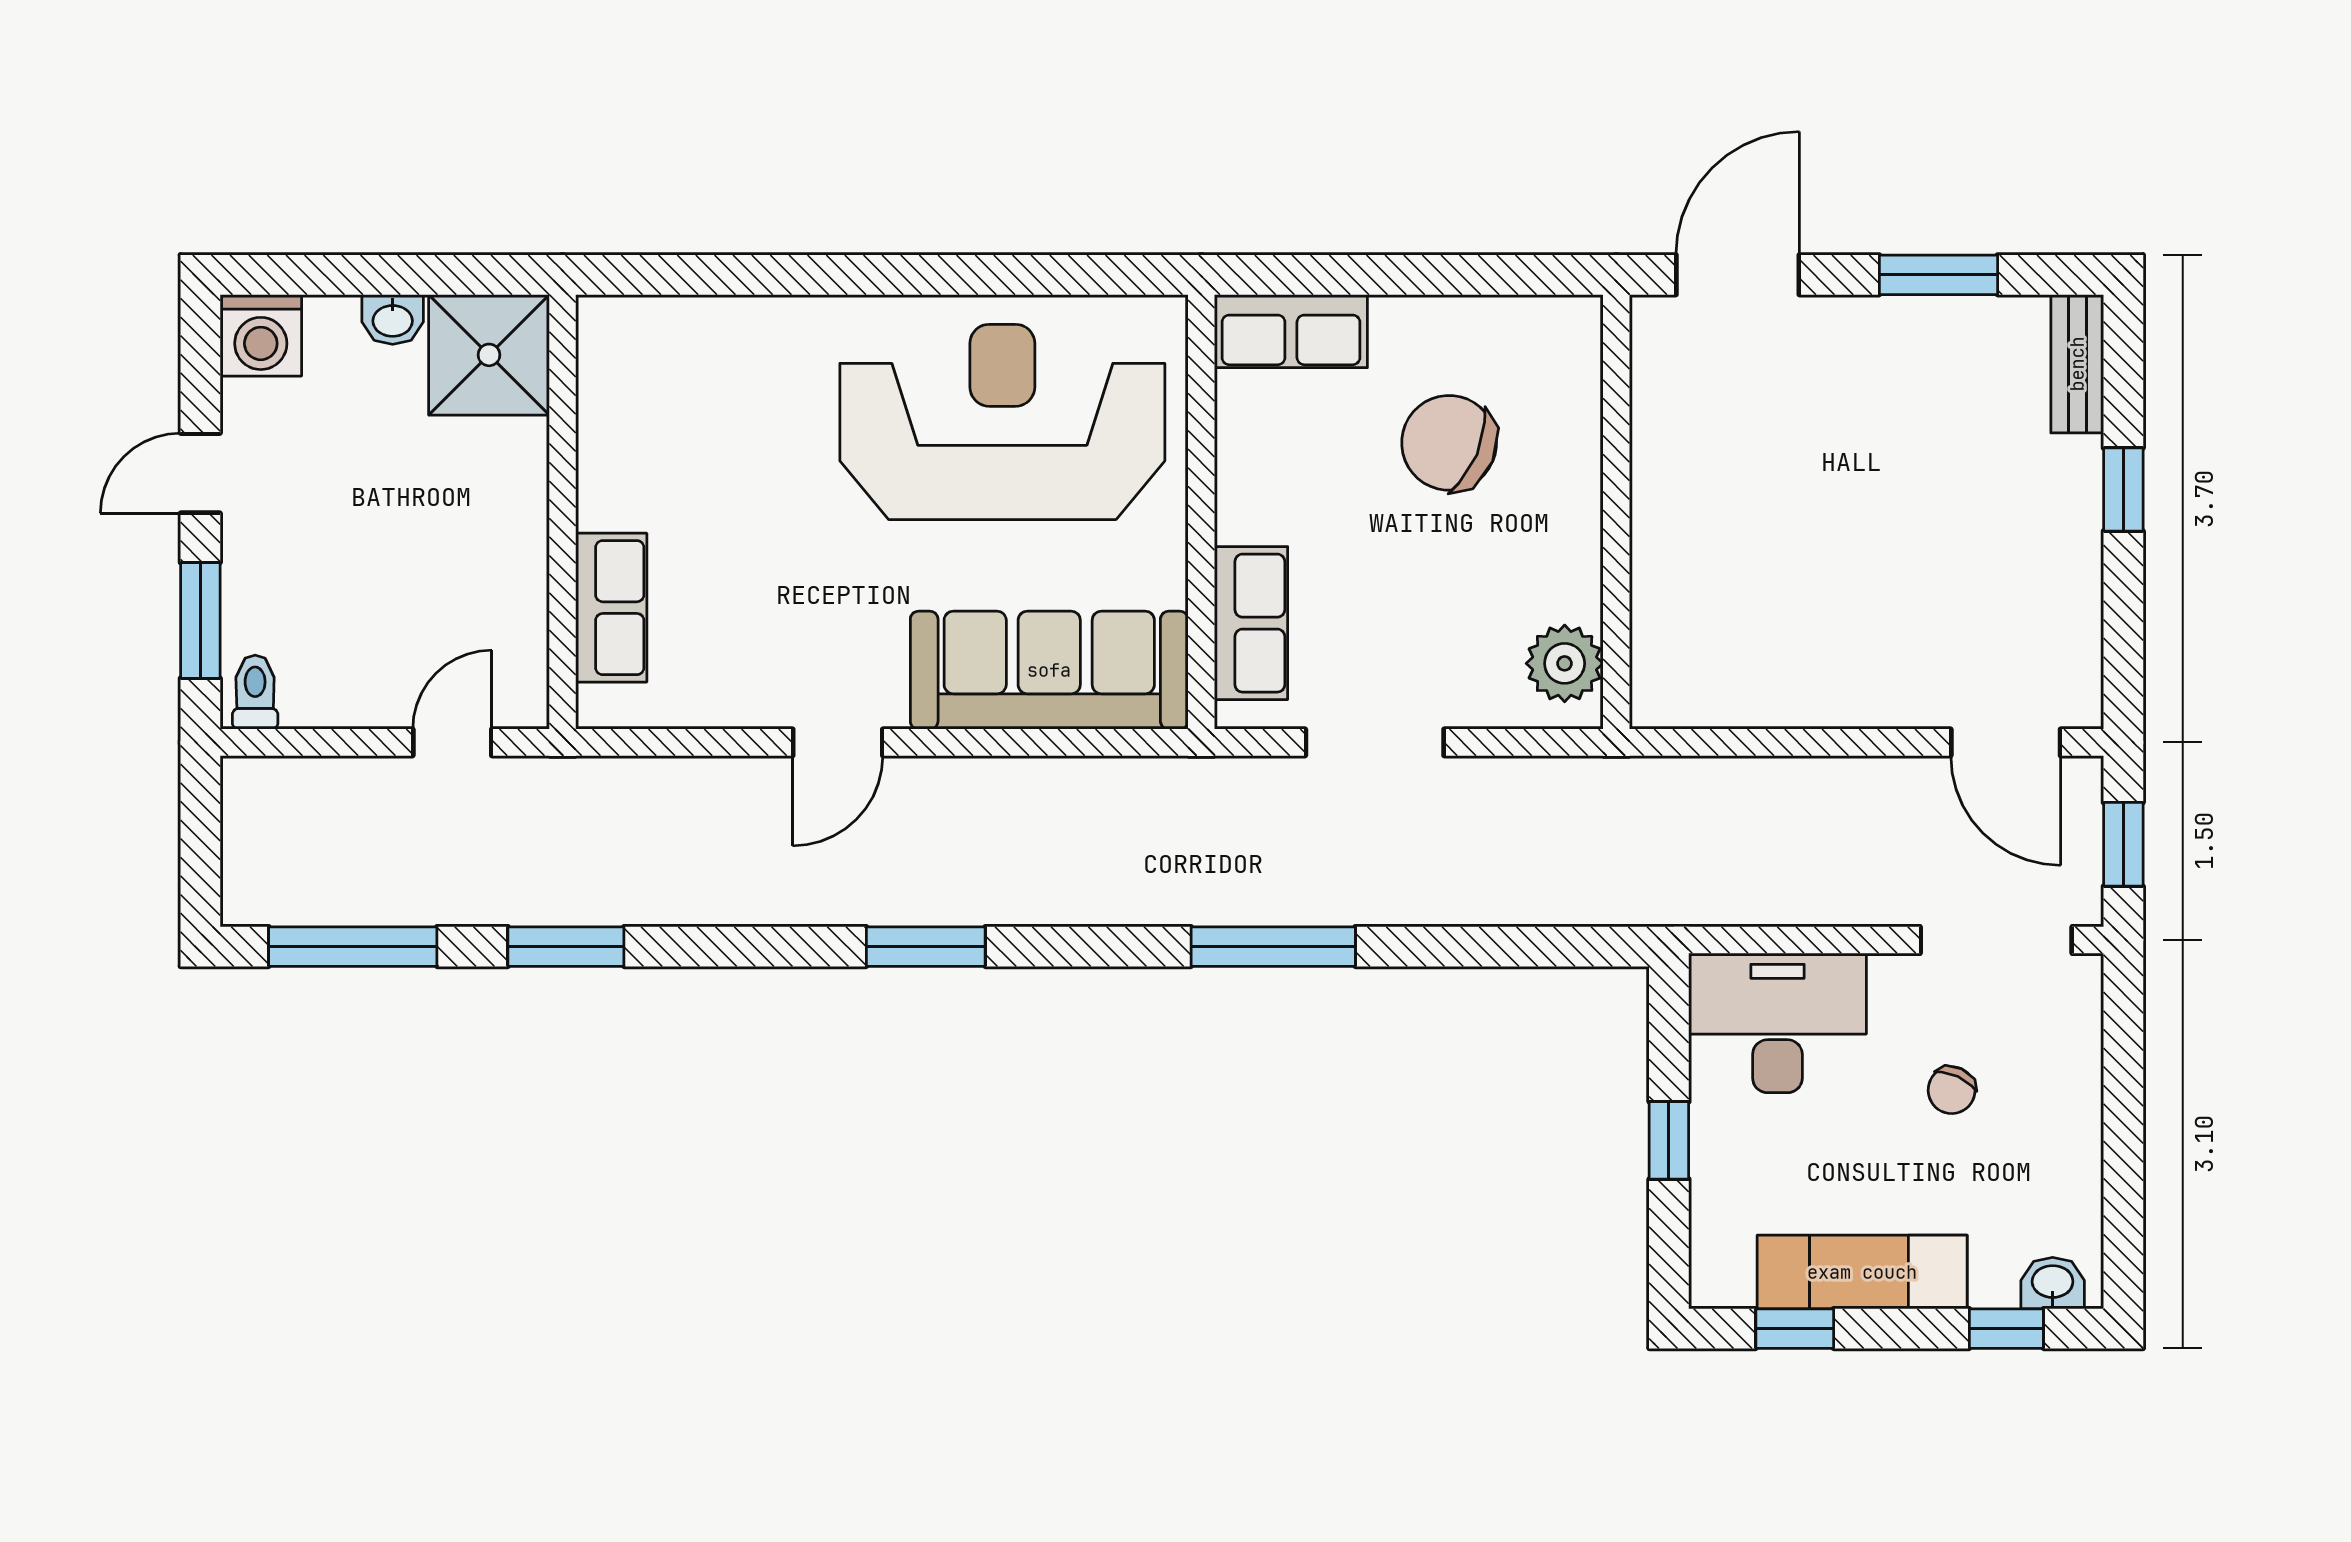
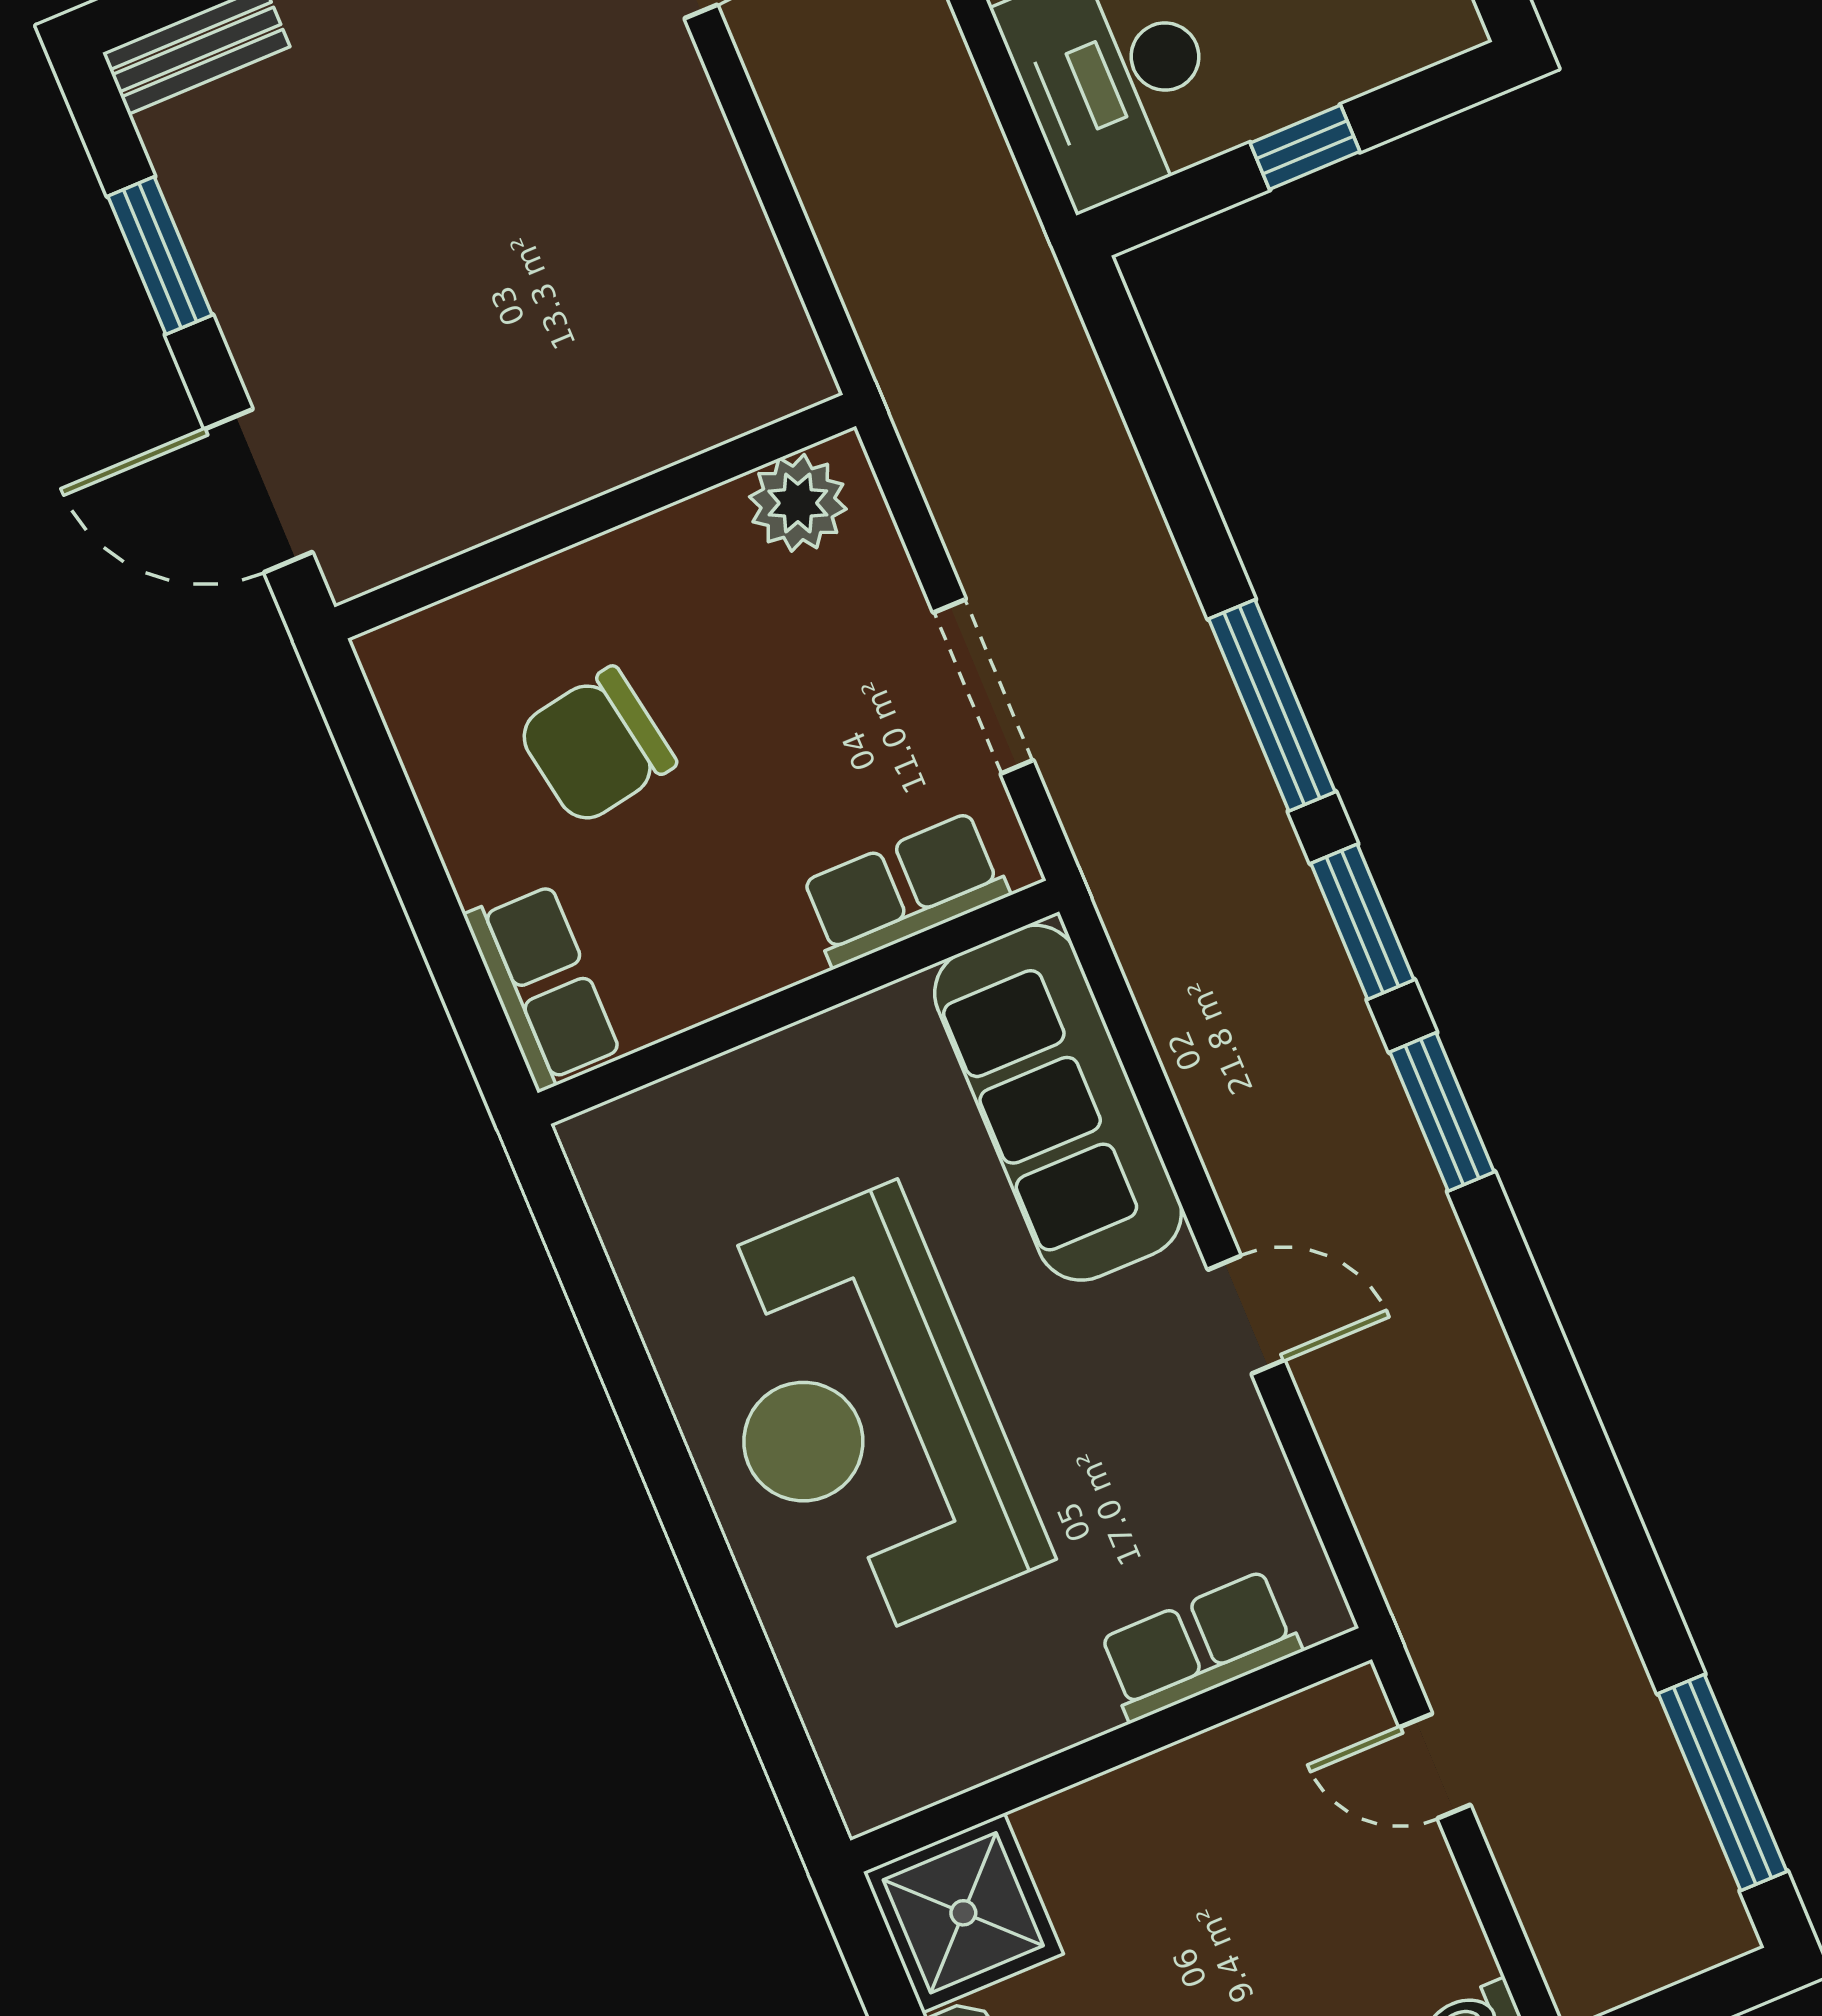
reception desk: (1002, 422) -> (863, 1417), moved
chair: (1449, 443) -> (596, 746), turned 57
window: (566, 947) -> (1362, 922), moved

